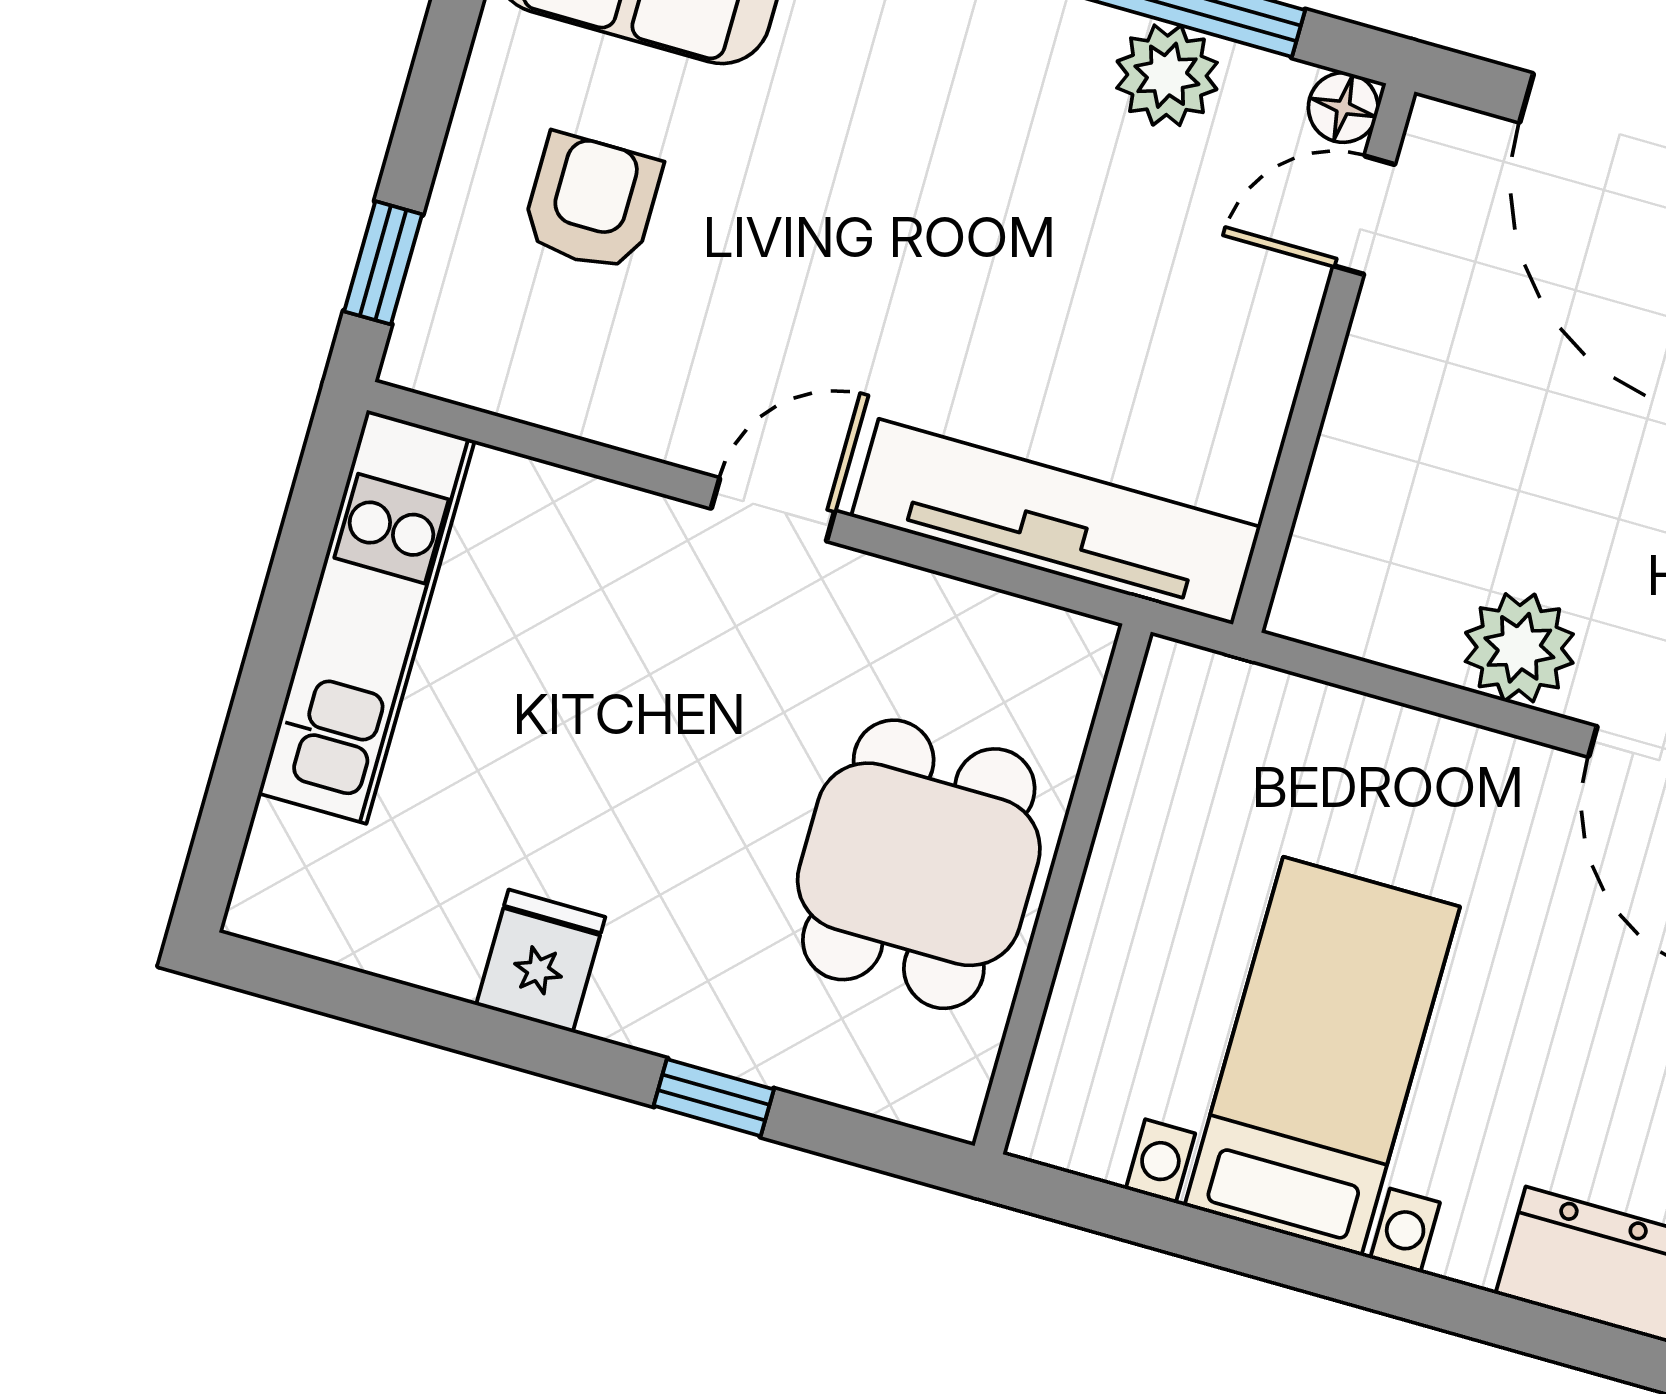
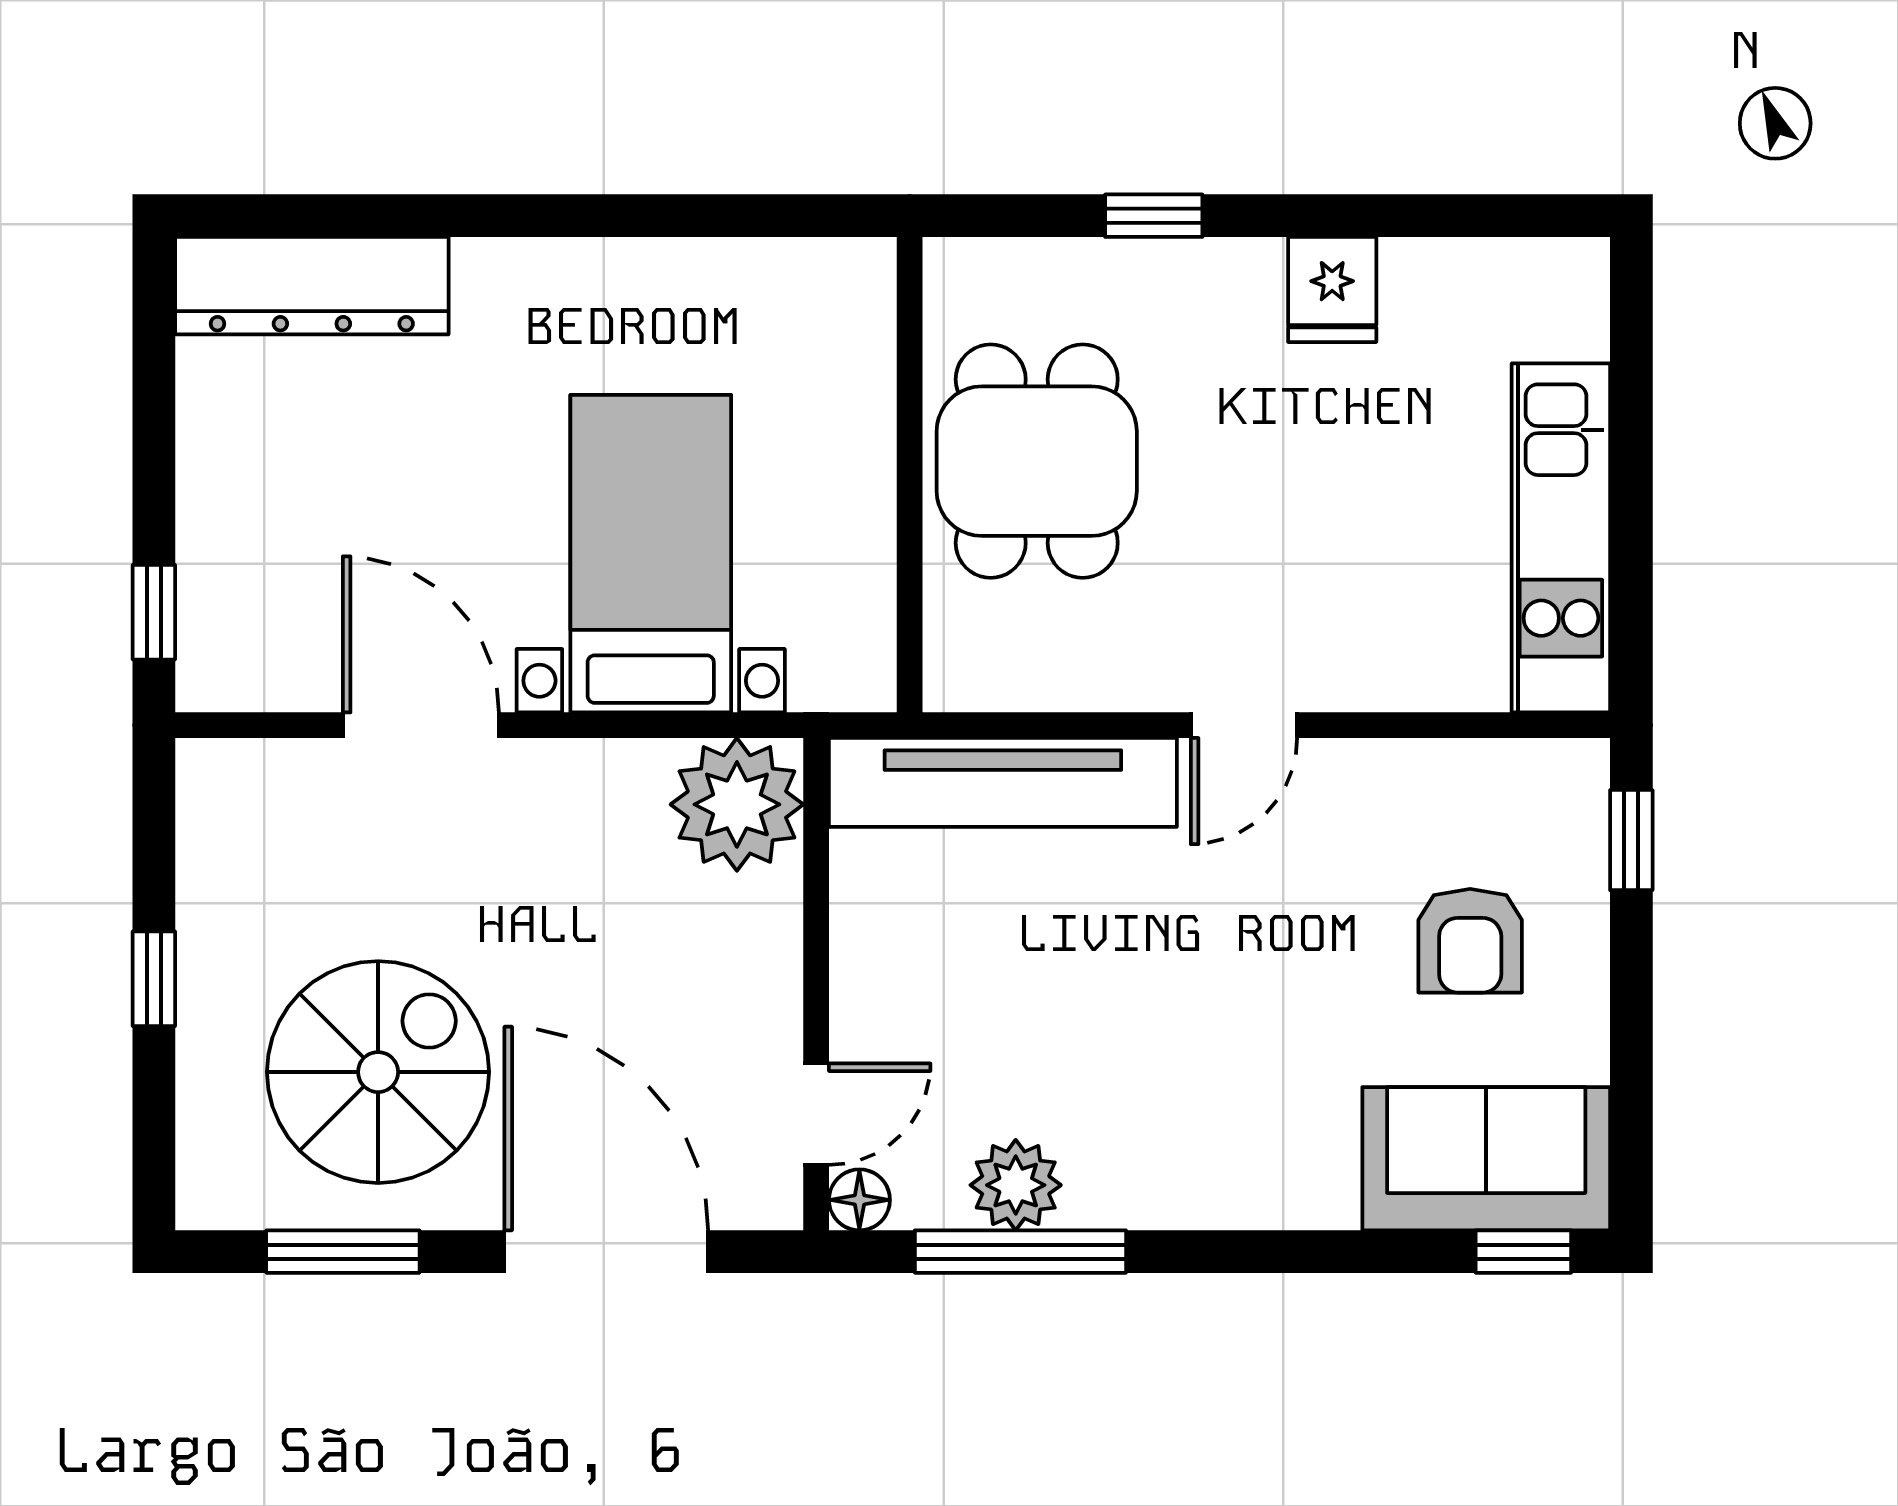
plant: (1519, 648) -> (737, 804), moved, width x1.36, depth x1.36
bed with nightstands: (1322, 1056) -> (651, 554), moved, turned 180

